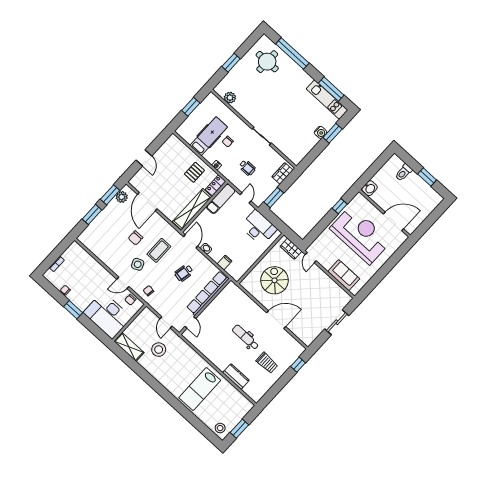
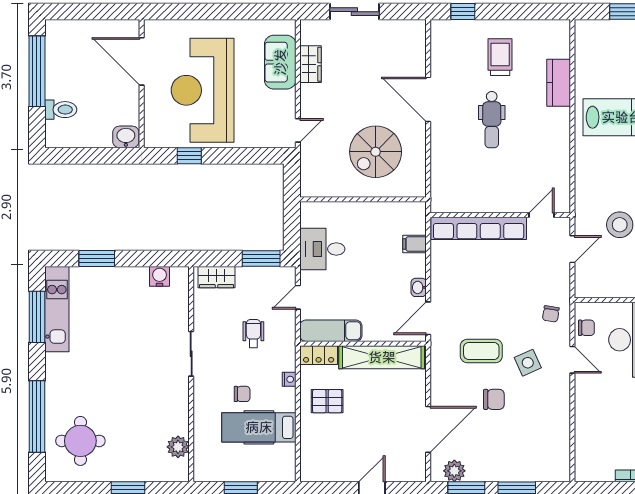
water cooler: (321, 132) -> (160, 276), moved
window: (427, 177) -> (37, 71), width x2.11
desk: (259, 228) -> (322, 249), width x0.73
wardrobe: (291, 249) -> (310, 64), moved
wheelchair: (184, 273) -> (481, 288), removed

